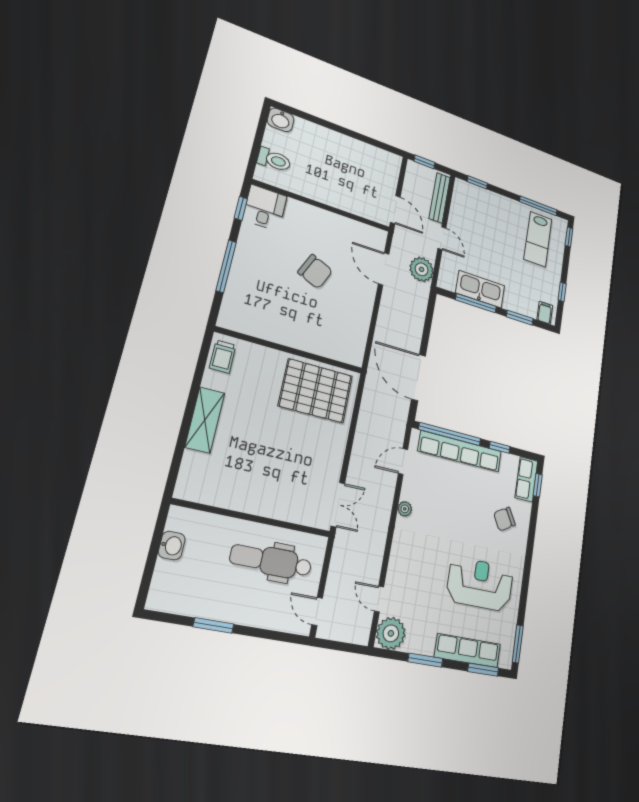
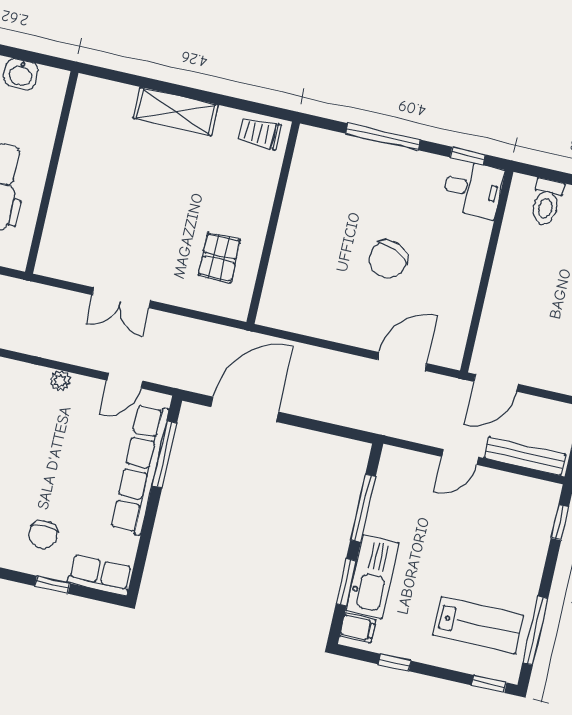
lab bench: (538, 239) -> (478, 625), turned 180
plant: (422, 269) -> (407, 421), removed
kitchen sink: (480, 289) -> (372, 577), moved
pallet: (316, 391) -> (219, 257), width x0.49, depth x0.50
window: (450, 434) -> (164, 454), width x0.68
window: (500, 447) -> (146, 534), removed
door: (403, 461) -> (125, 381), swing flipped
window: (538, 485) -> (52, 585), moved
double door: (338, 505) -> (121, 298), moved
chair: (504, 519) -> (43, 534), turned -150

